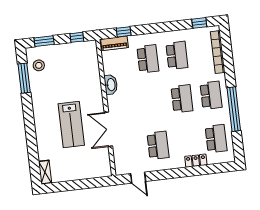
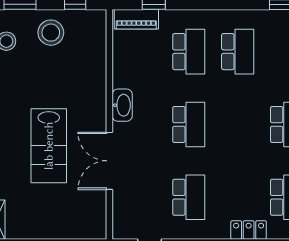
stool: (65, 57) -> (51, 33), added
washbasin: (111, 85) -> (122, 105), moved
school desk: (182, 99) -> (189, 124), moved

